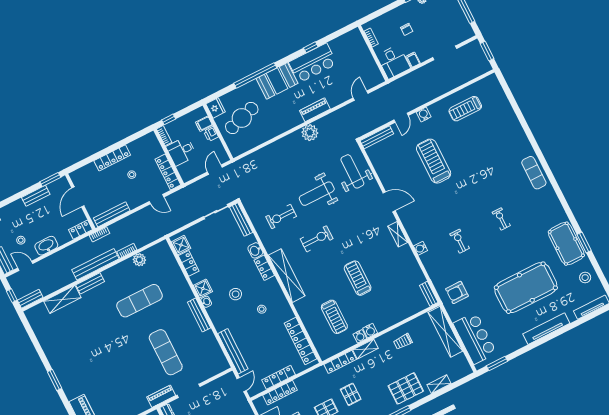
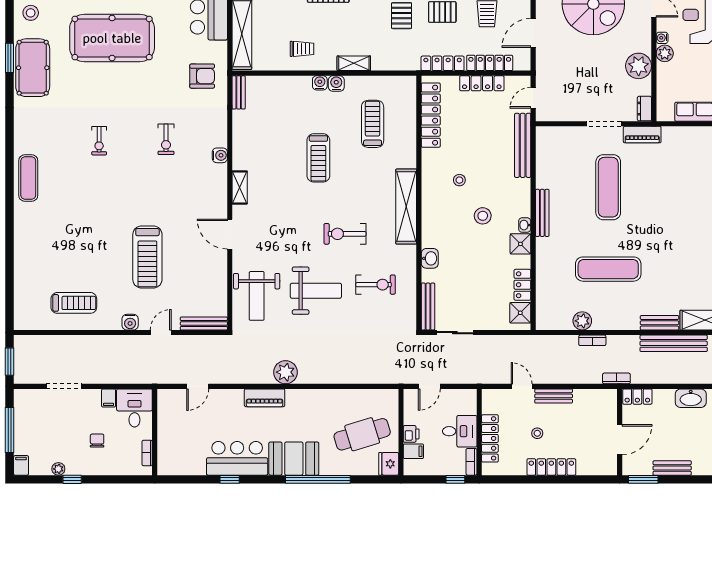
locker: (168, 172) -> (490, 438), moved
bench: (112, 214) -> (554, 396), moved, width x0.73
bench: (95, 264) -> (674, 343), moved
locker: (264, 268) -> (430, 231), removed
water cooler: (360, 336) -> (320, 83), moved
locker: (340, 362) -> (443, 63), moved

